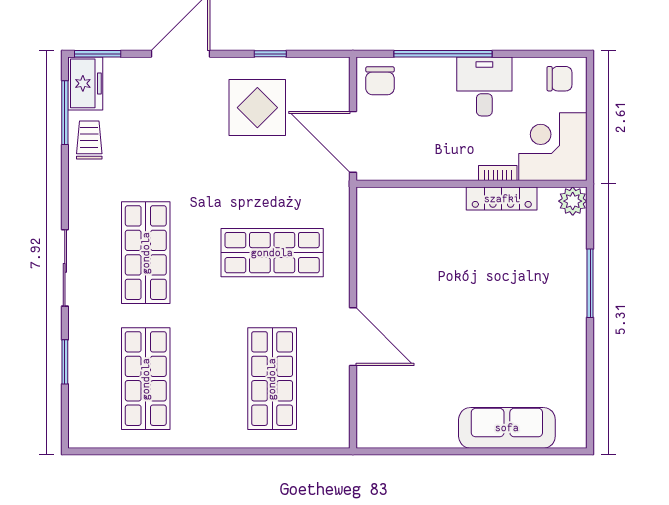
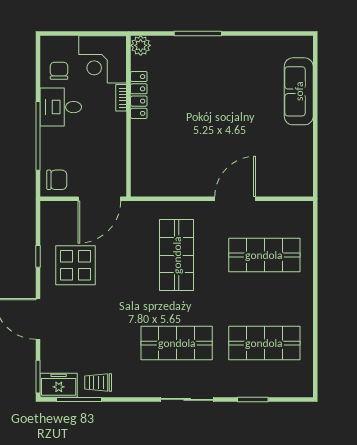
chair: (559, 79) -> (59, 71), moved

